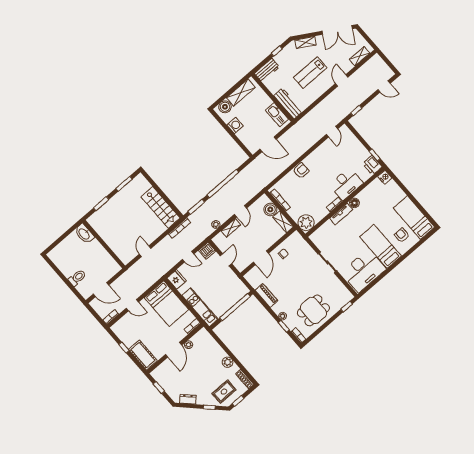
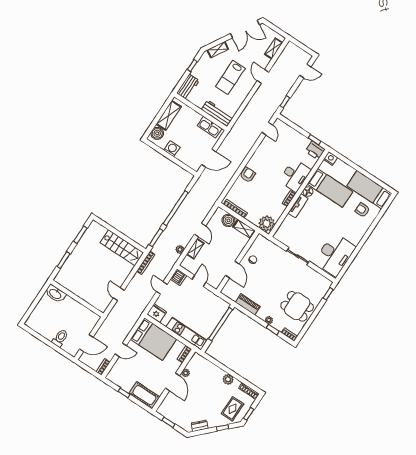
bed: (381, 246) -> (330, 188), moved, turned 180
door: (188, 257) -> (162, 288), swing flipped
dining table: (313, 310) -> (297, 306), turned 90

